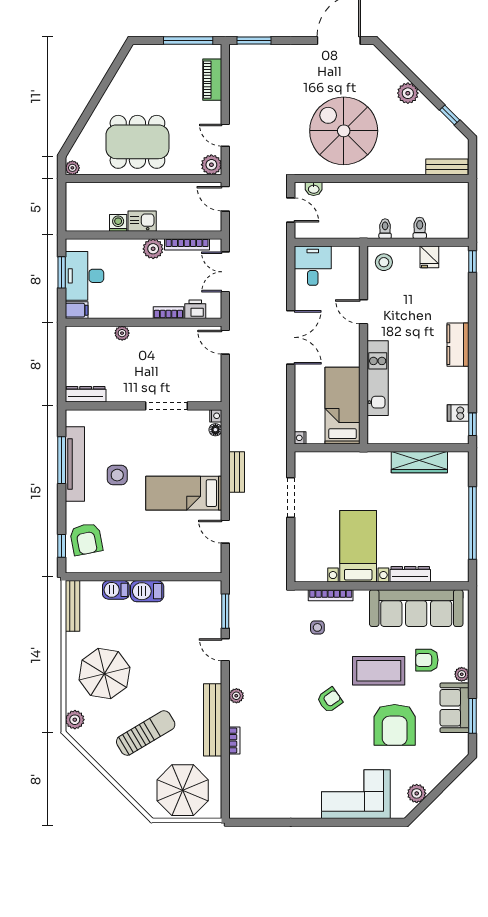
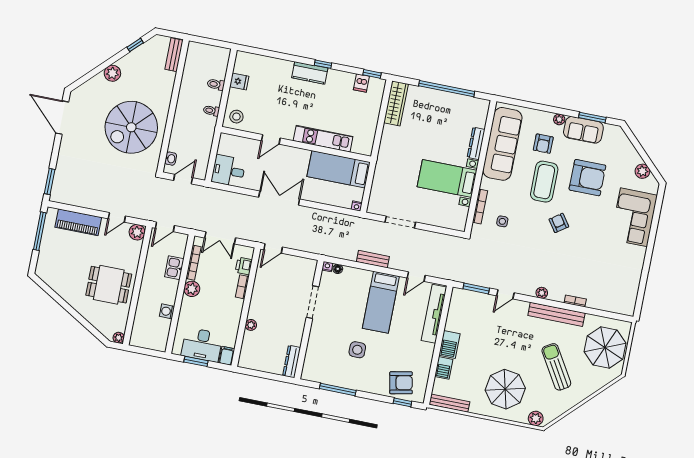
piano: (212, 80) -> (78, 222), width x1.37, depth x1.33
dining table: (137, 142) -> (109, 285), width x0.73
kitchen sink: (142, 221) -> (174, 268), moved
window: (473, 262) -> (323, 64), moved
wardrobe: (419, 462) -> (396, 103), moved
tv unit: (75, 464) -> (434, 314), moved, turned -90

